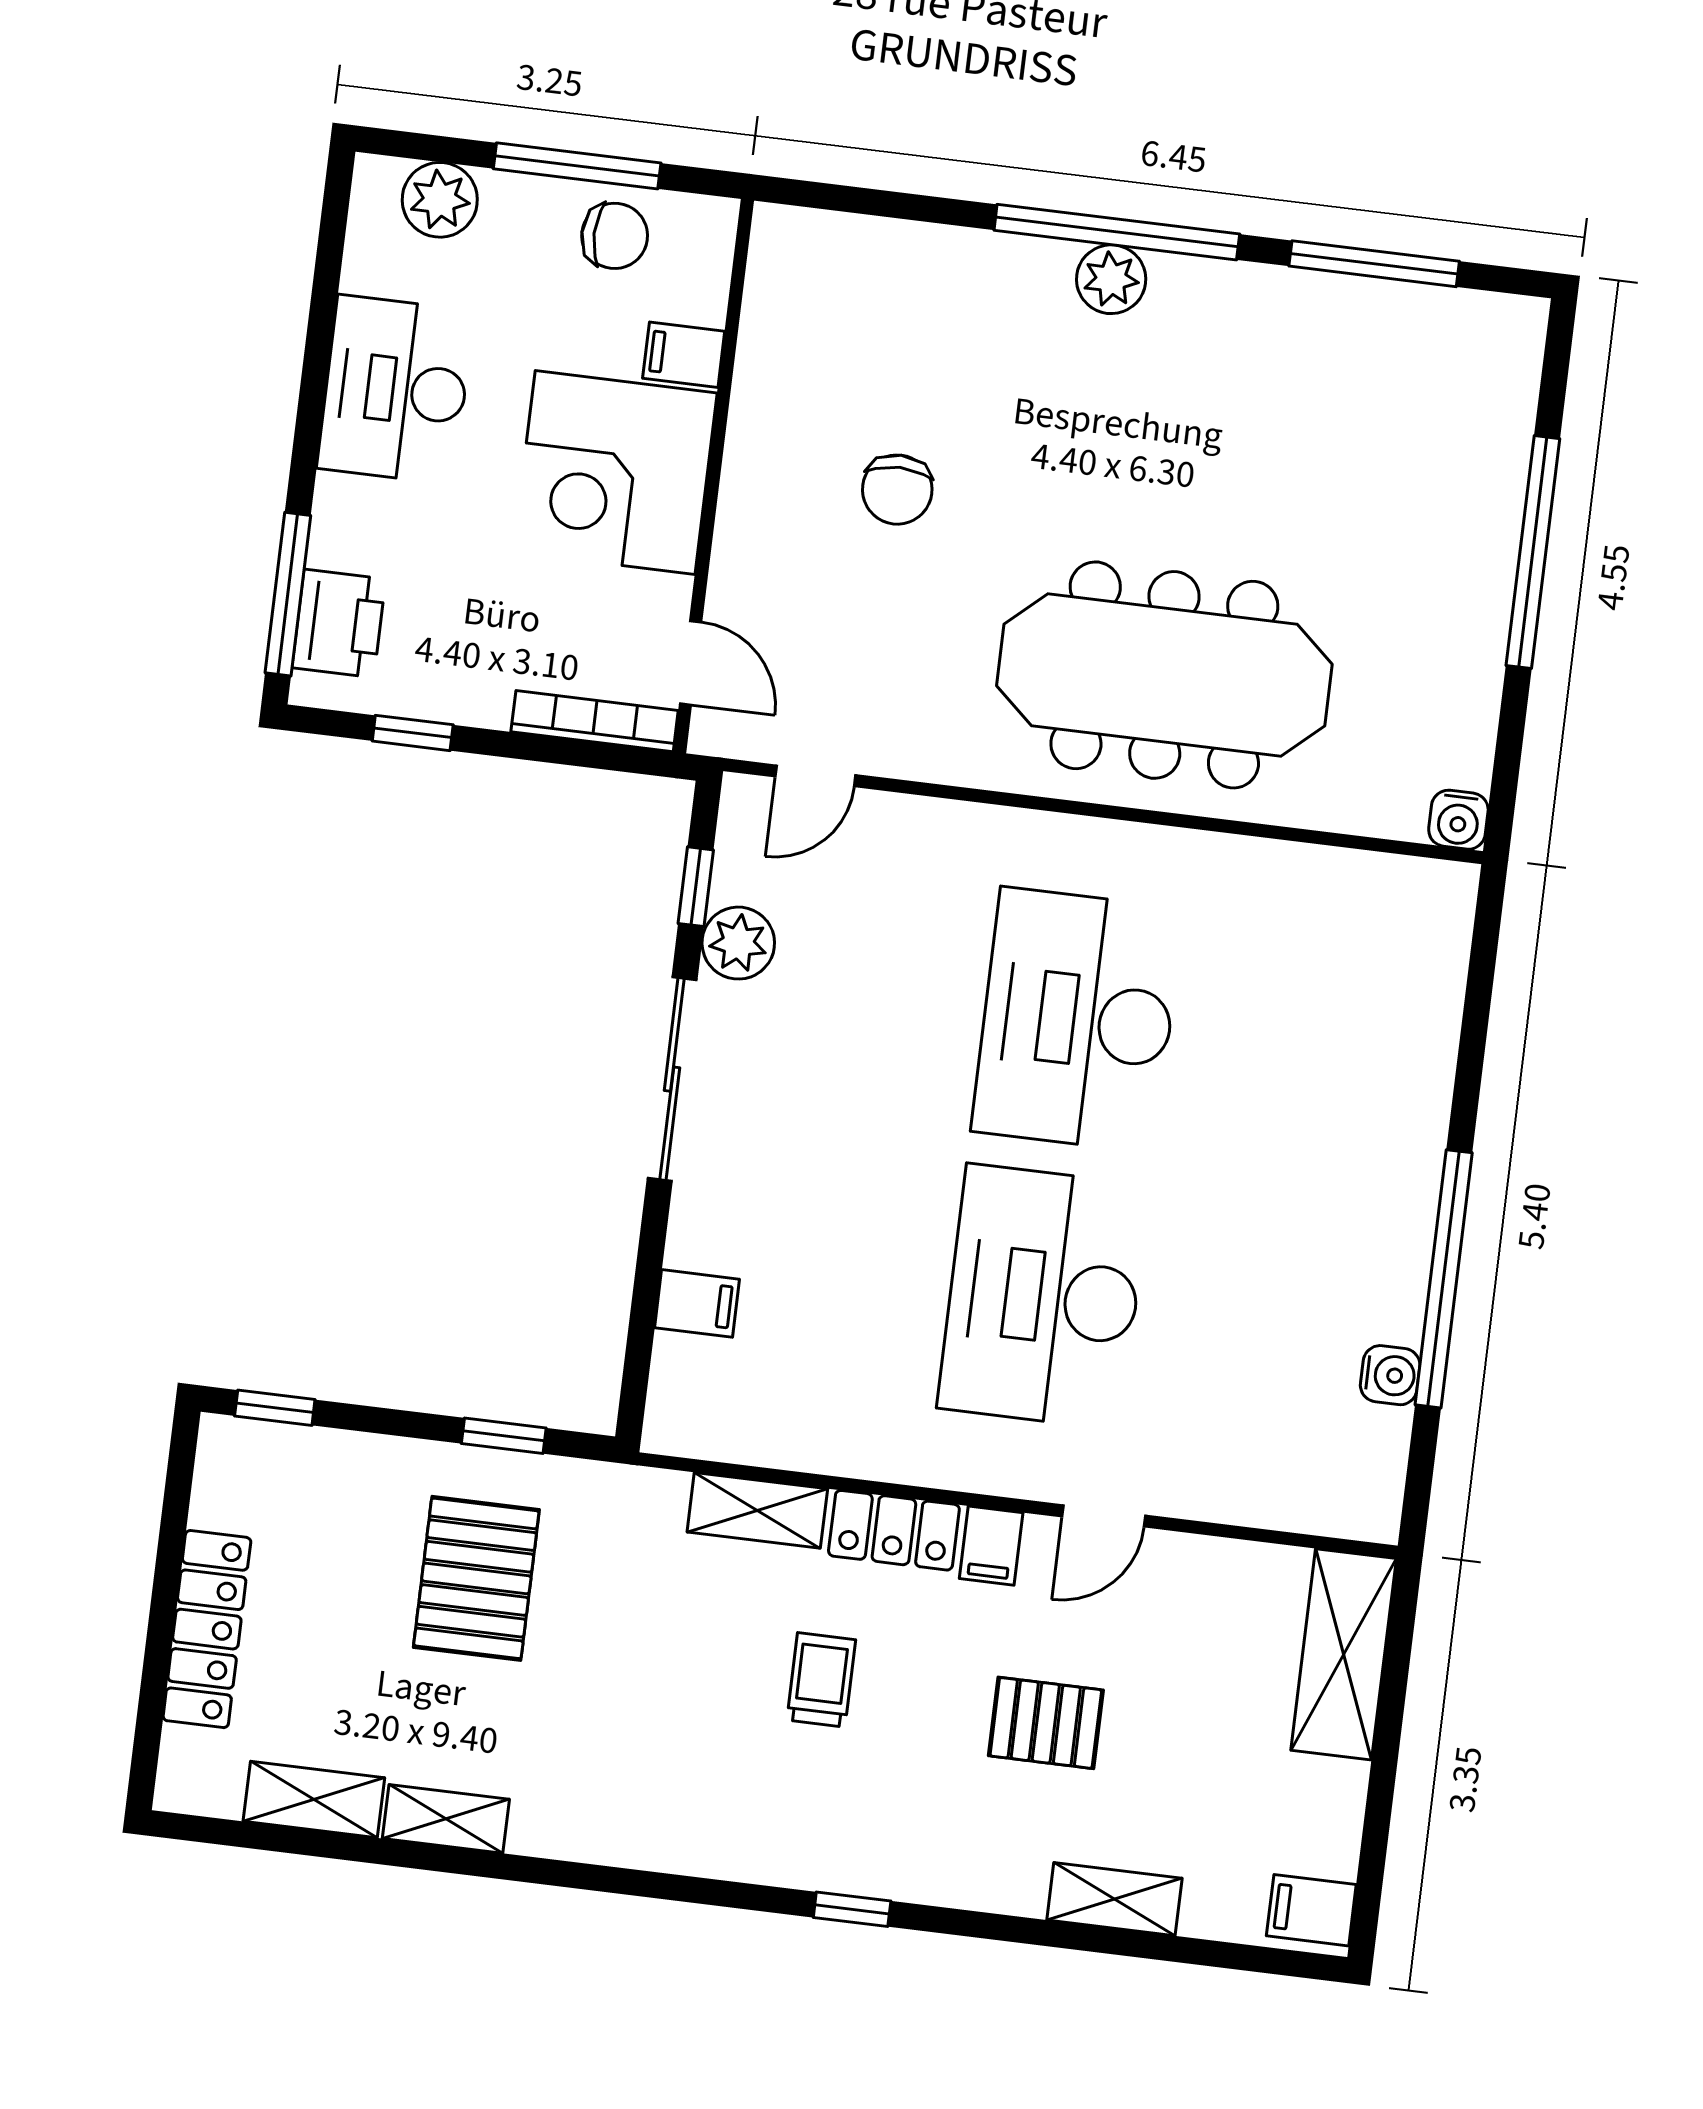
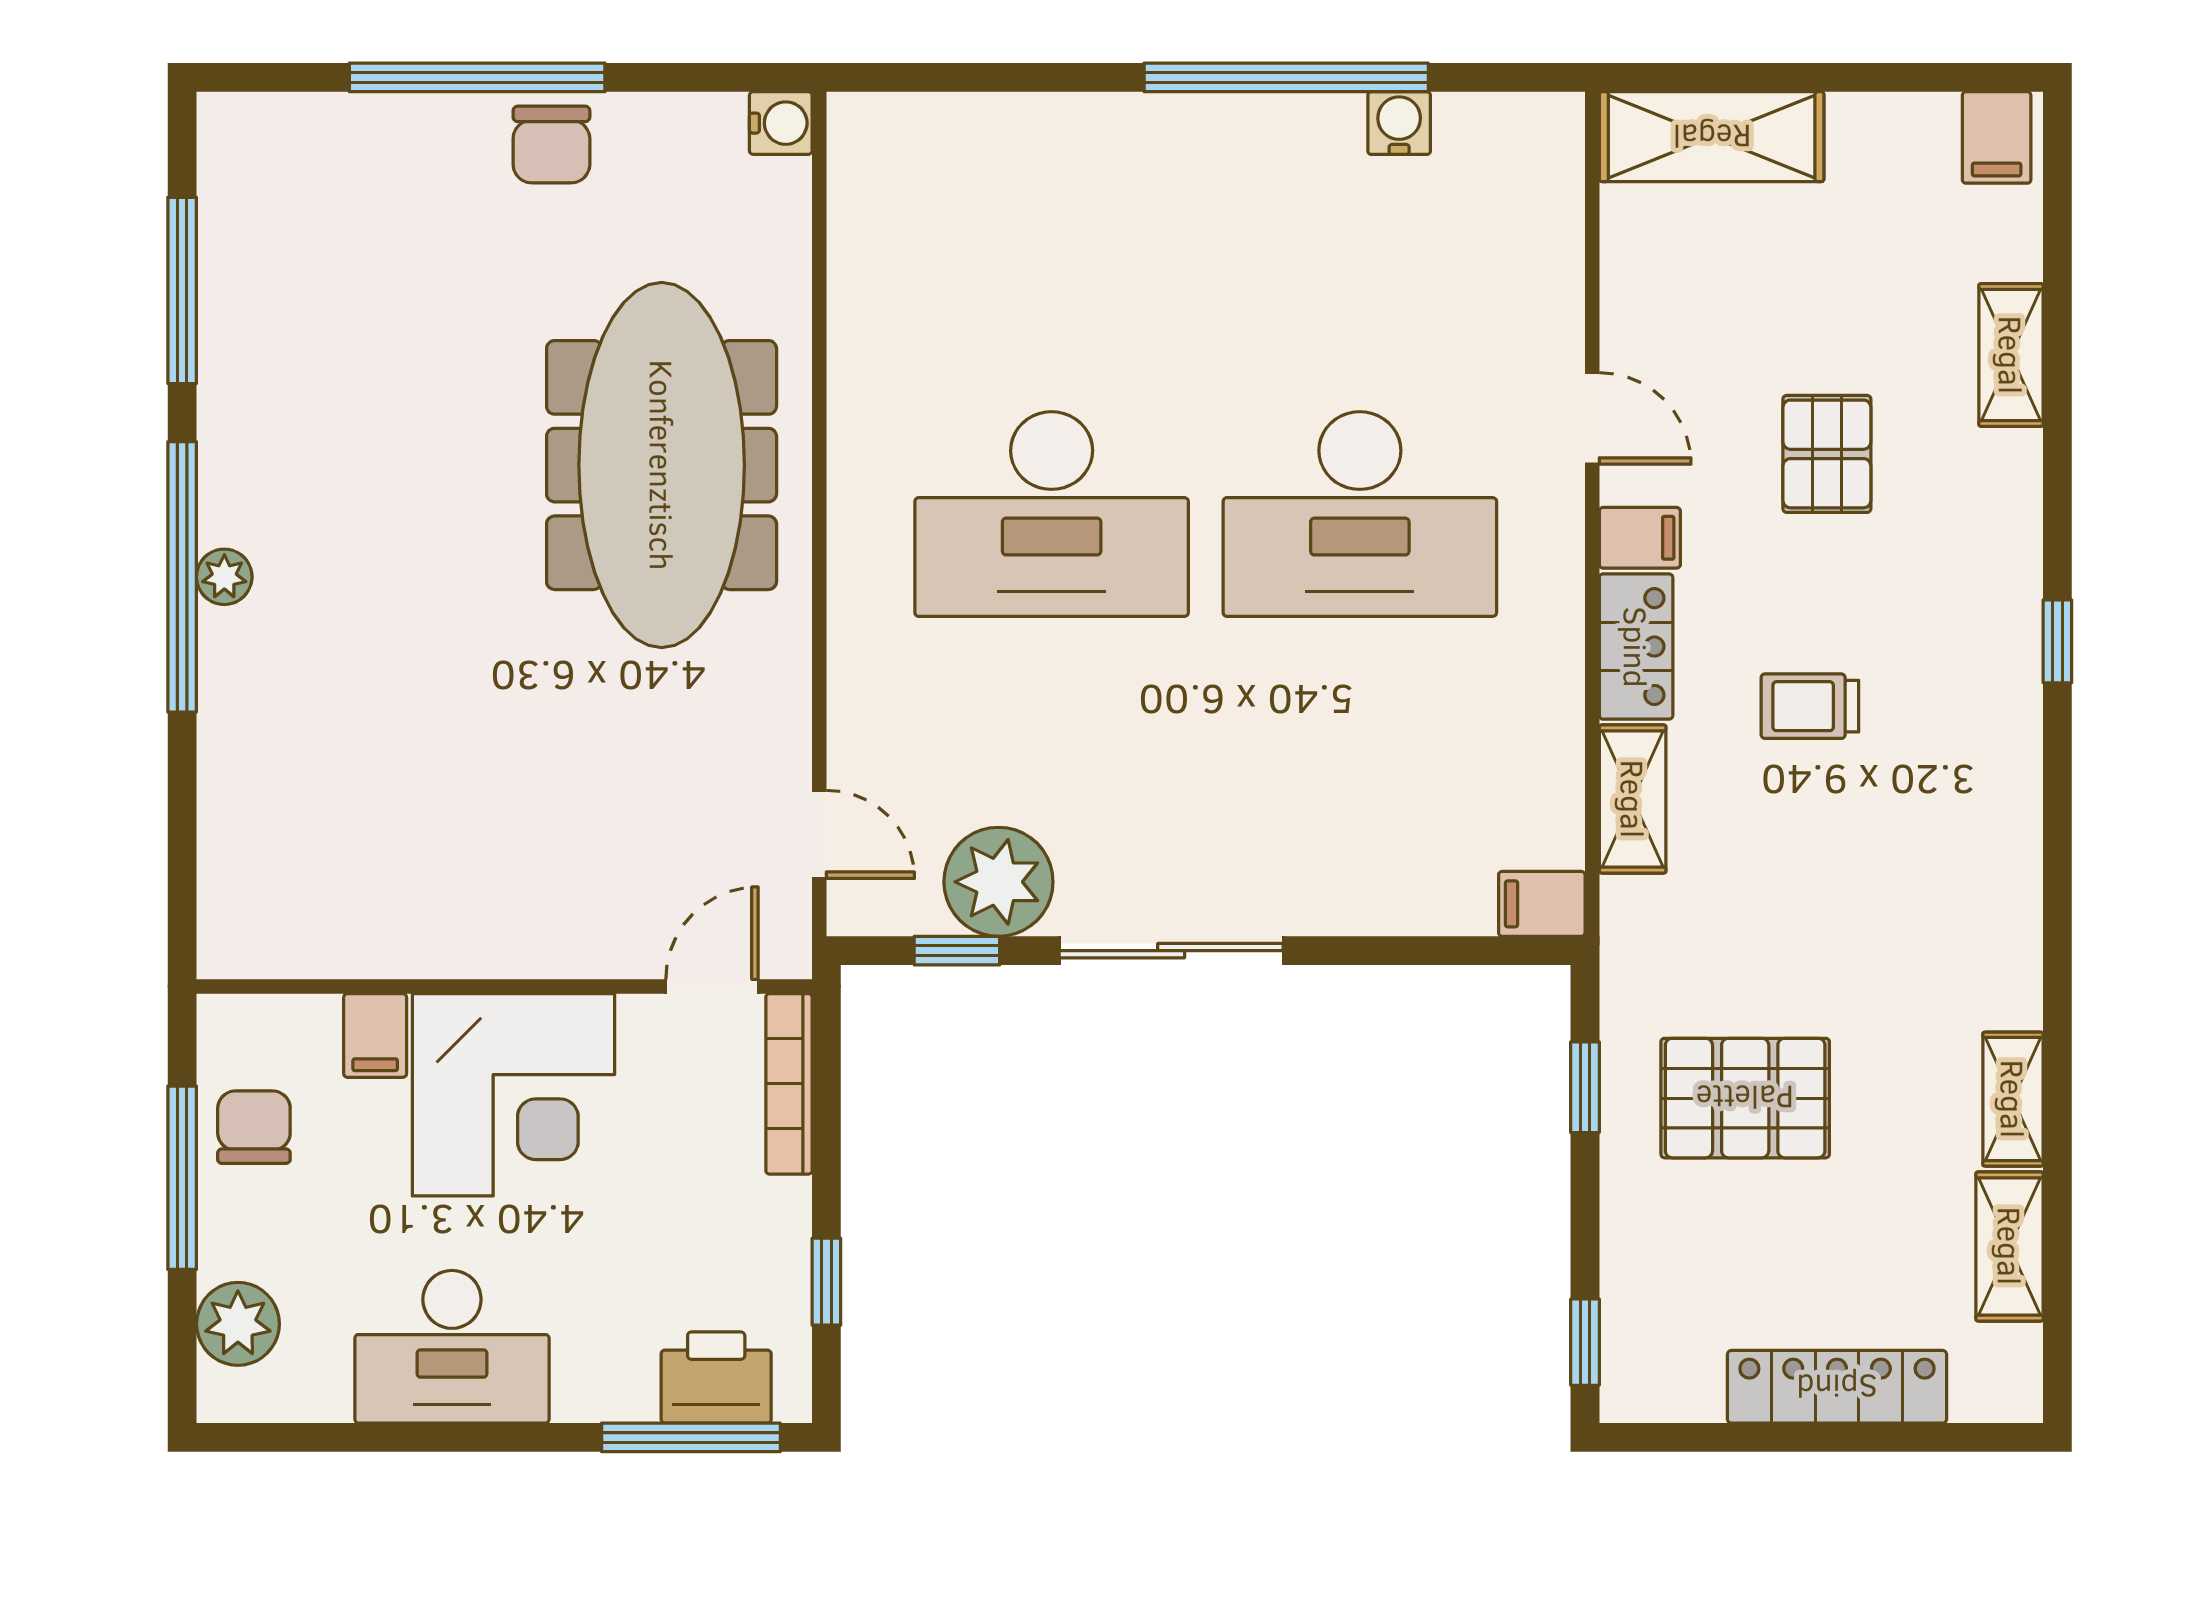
plant: (1111, 279) -> (224, 577), width x0.73, depth x0.73
chair: (897, 490) -> (551, 145), moved, turned 90
plant: (738, 943) -> (998, 882), width x1.36, depth x1.36
filing cabinet: (697, 1303) -> (1542, 904), moved, turned -90

